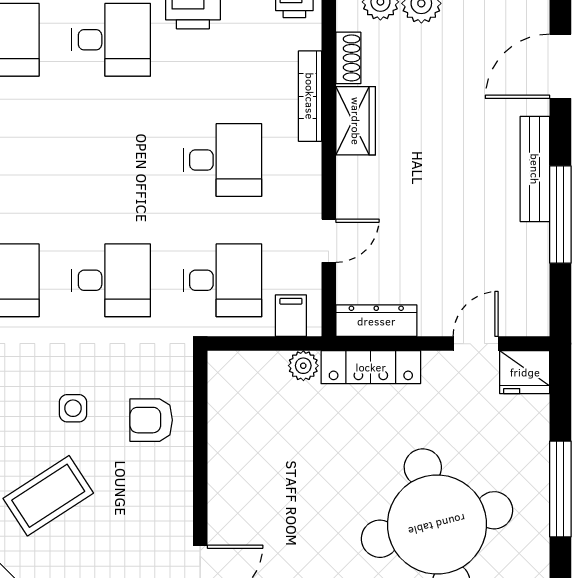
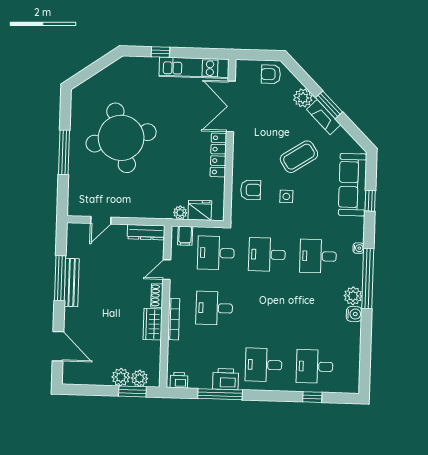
shoe rack: (348, 58) -> (157, 296), moved
door: (560, 66) -> (58, 346), hinge flipped
bookcase: (310, 96) -> (174, 319), moved
bench: (535, 169) -> (72, 283), moved
locker: (371, 367) -> (218, 155), moved, turned -90
fridge: (525, 372) -> (200, 210), moved

